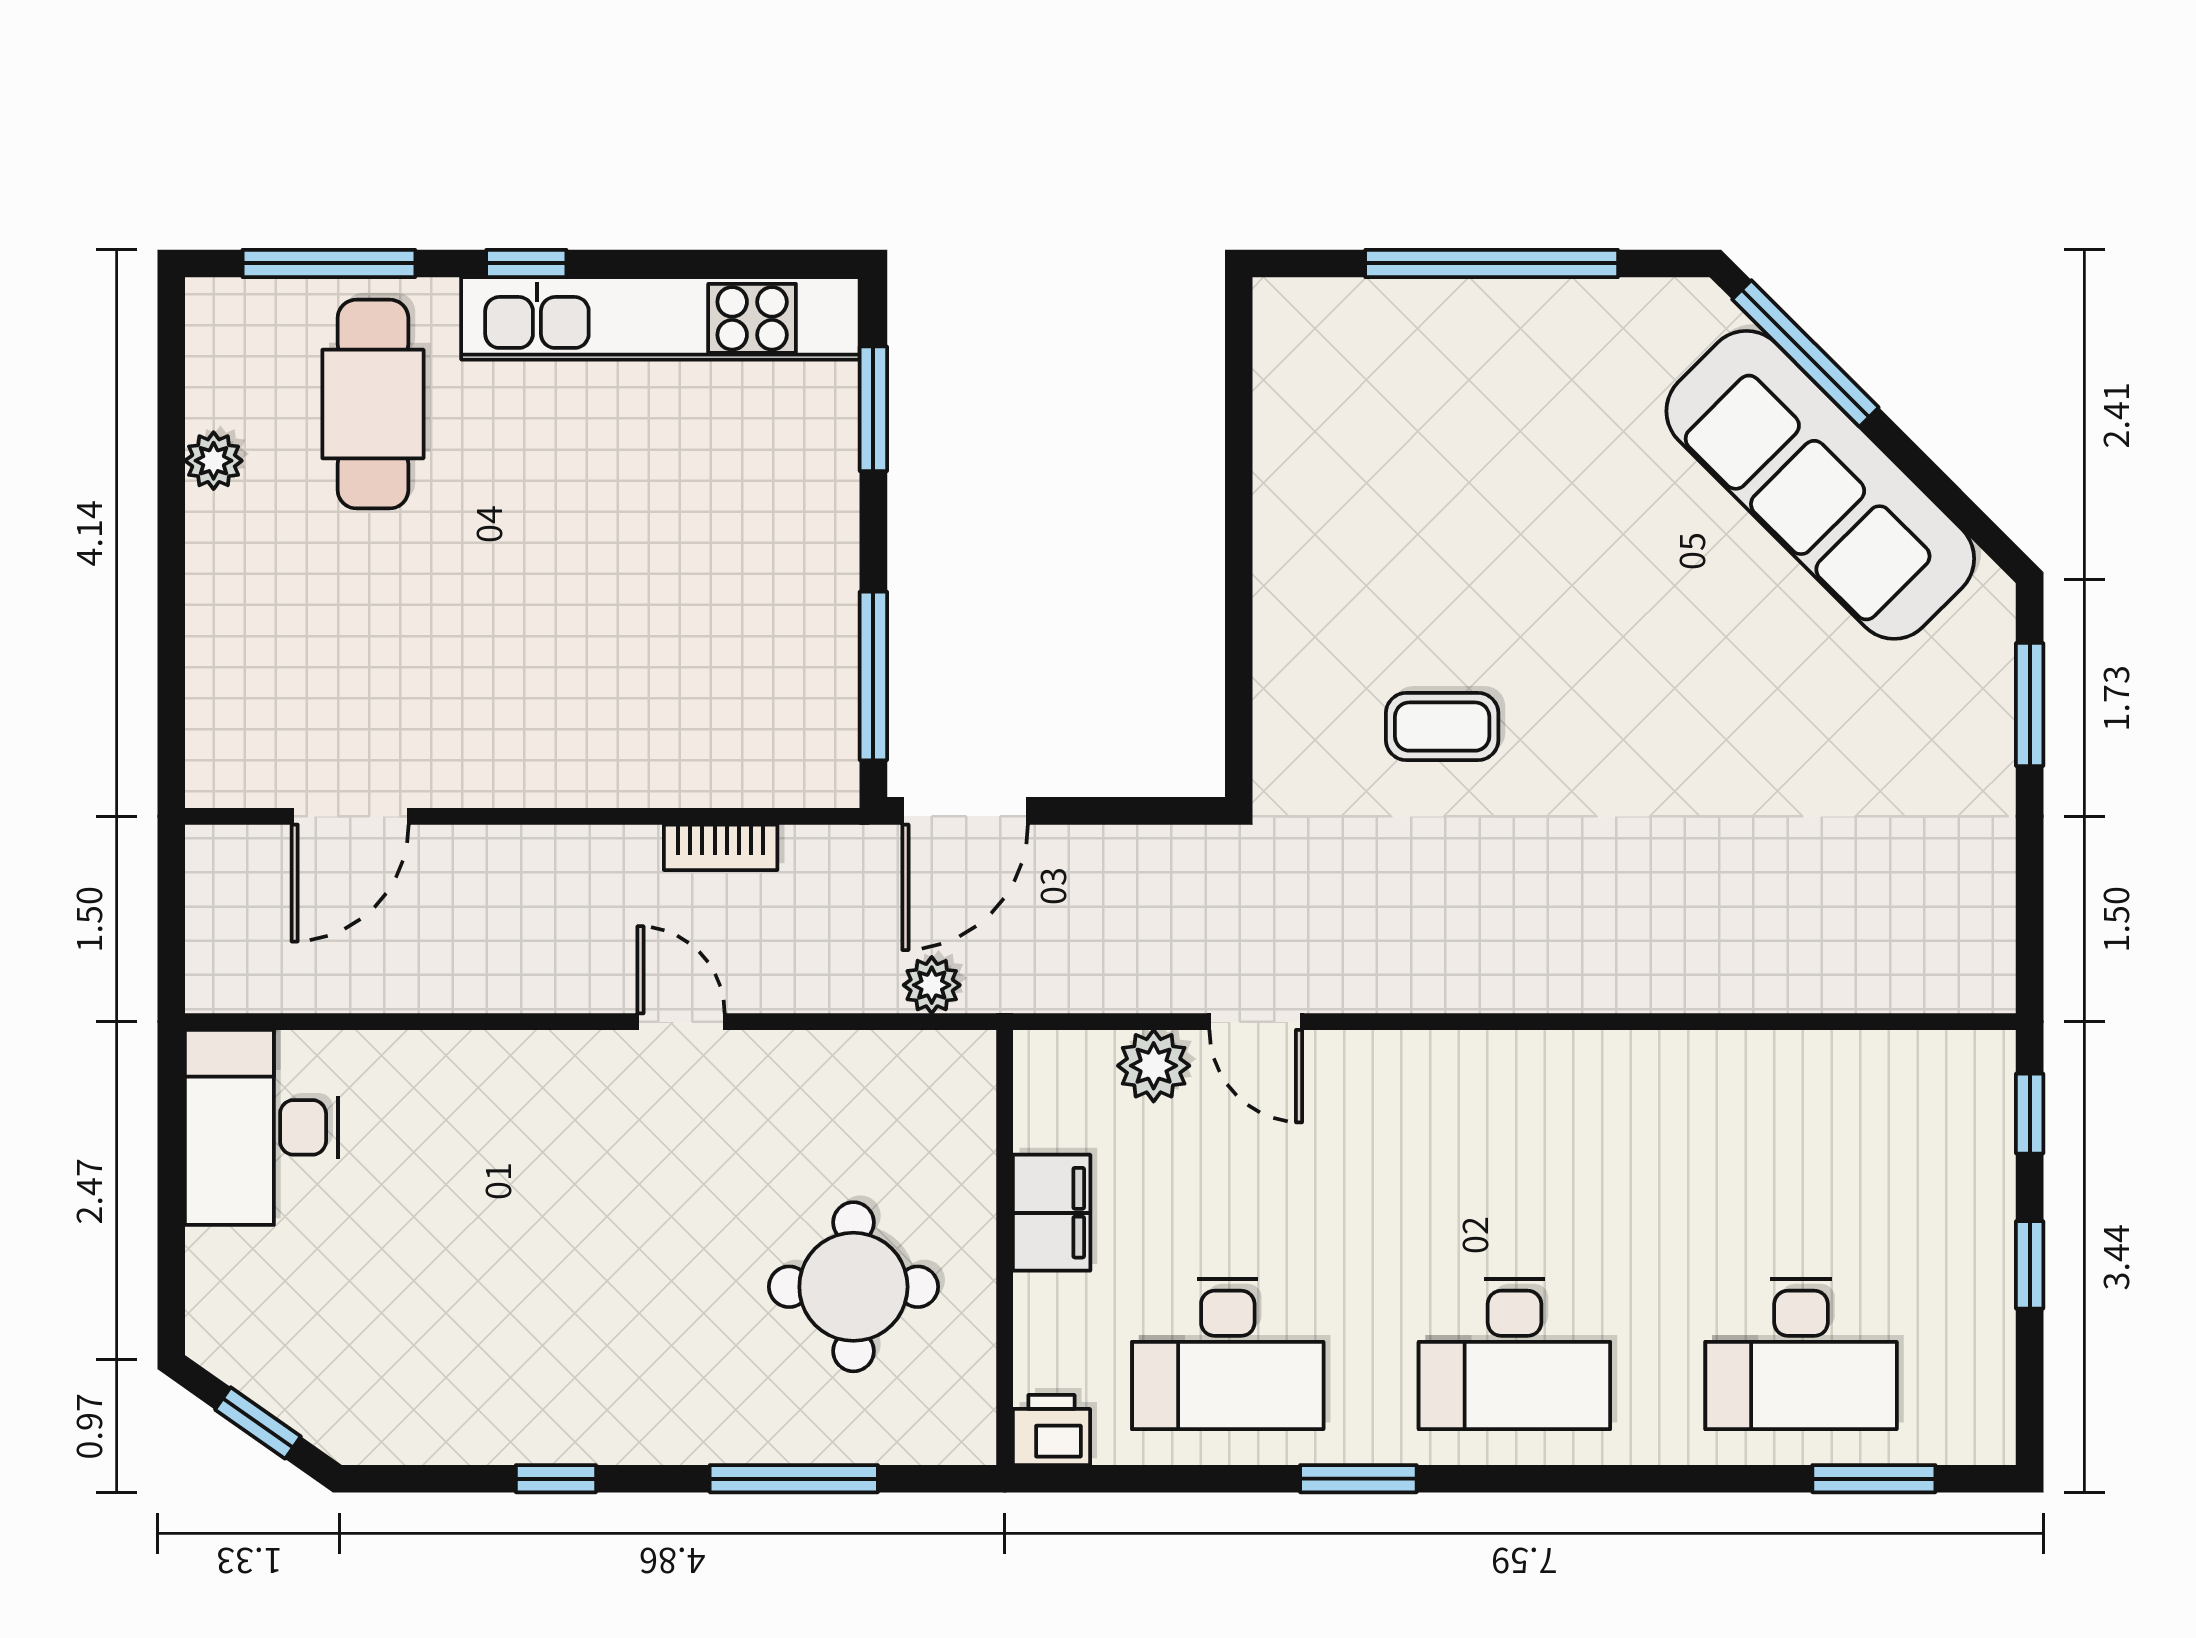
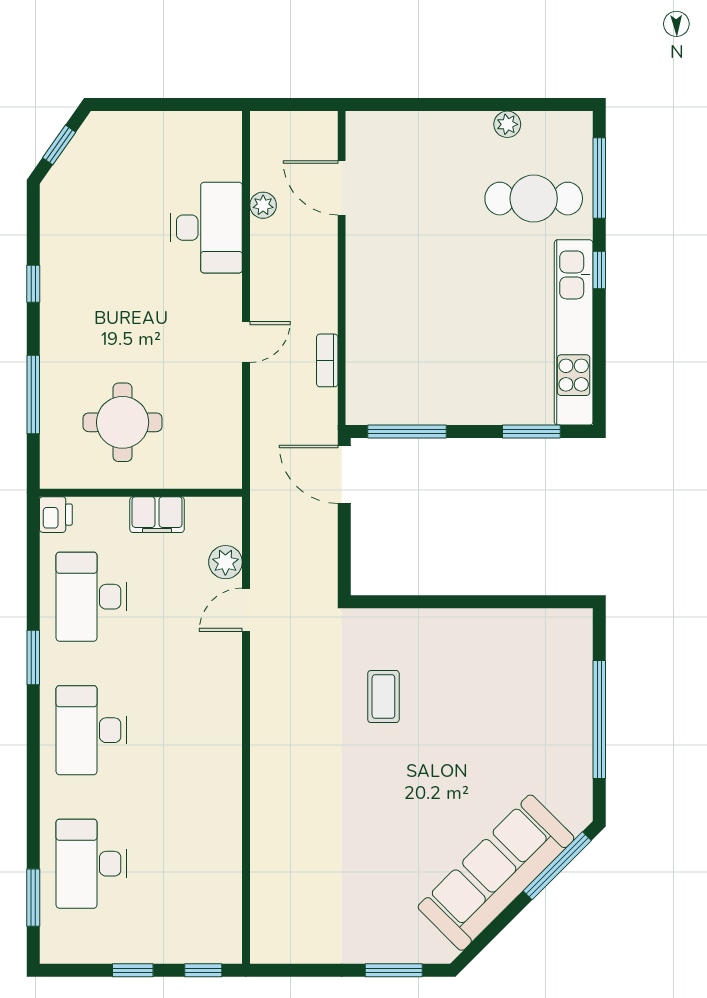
plant: (932, 985) -> (263, 205), moved
desk: (262, 1127) -> (207, 228), moved, turned 90

